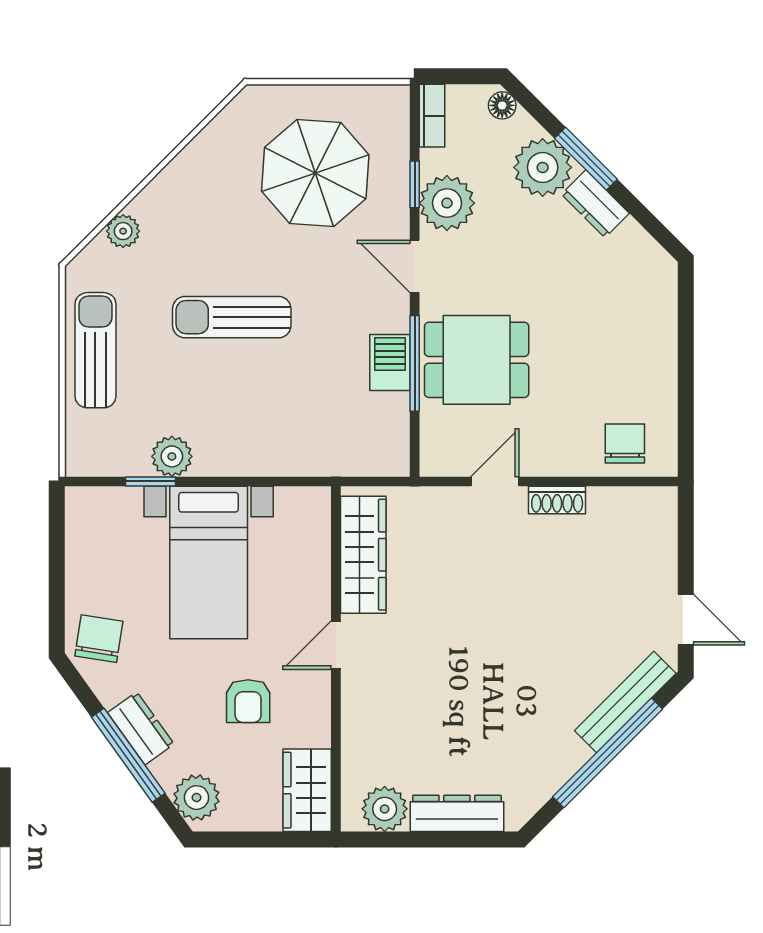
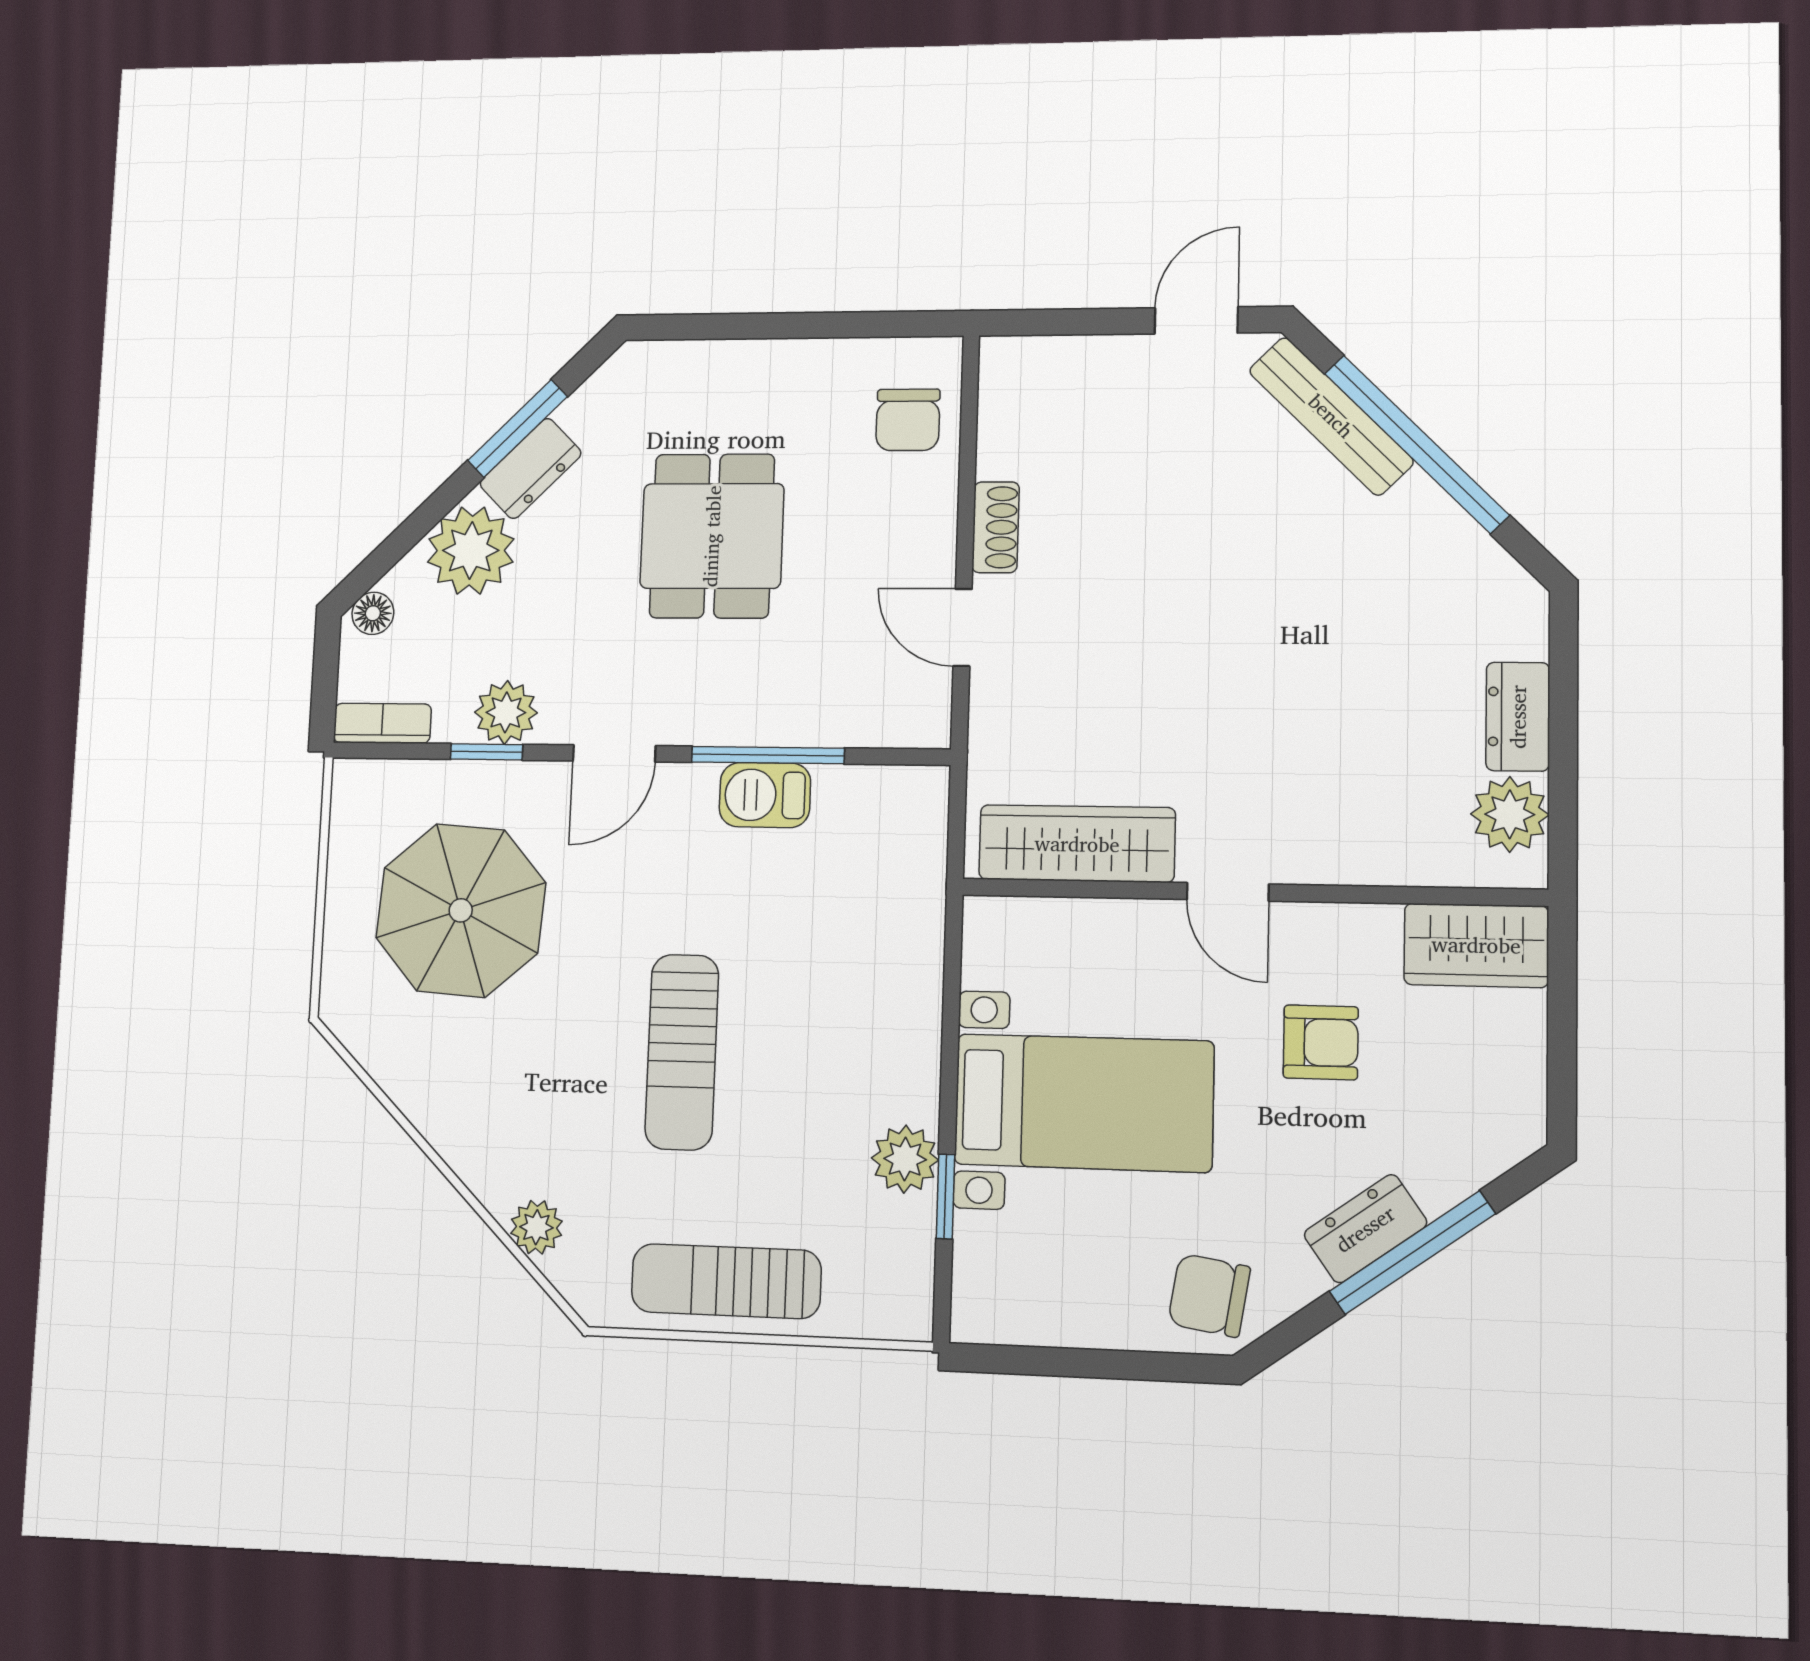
window: (586, 159) -> (517, 429), moved
plant: (447, 203) -> (506, 712), width x0.73, depth x0.73
dining table: (477, 360) -> (712, 536), moved
chair: (625, 443) -> (908, 420), turned -90
plant: (197, 798) -> (1488, 1136), removed
dresser: (457, 813) -> (1518, 717), width x0.70

